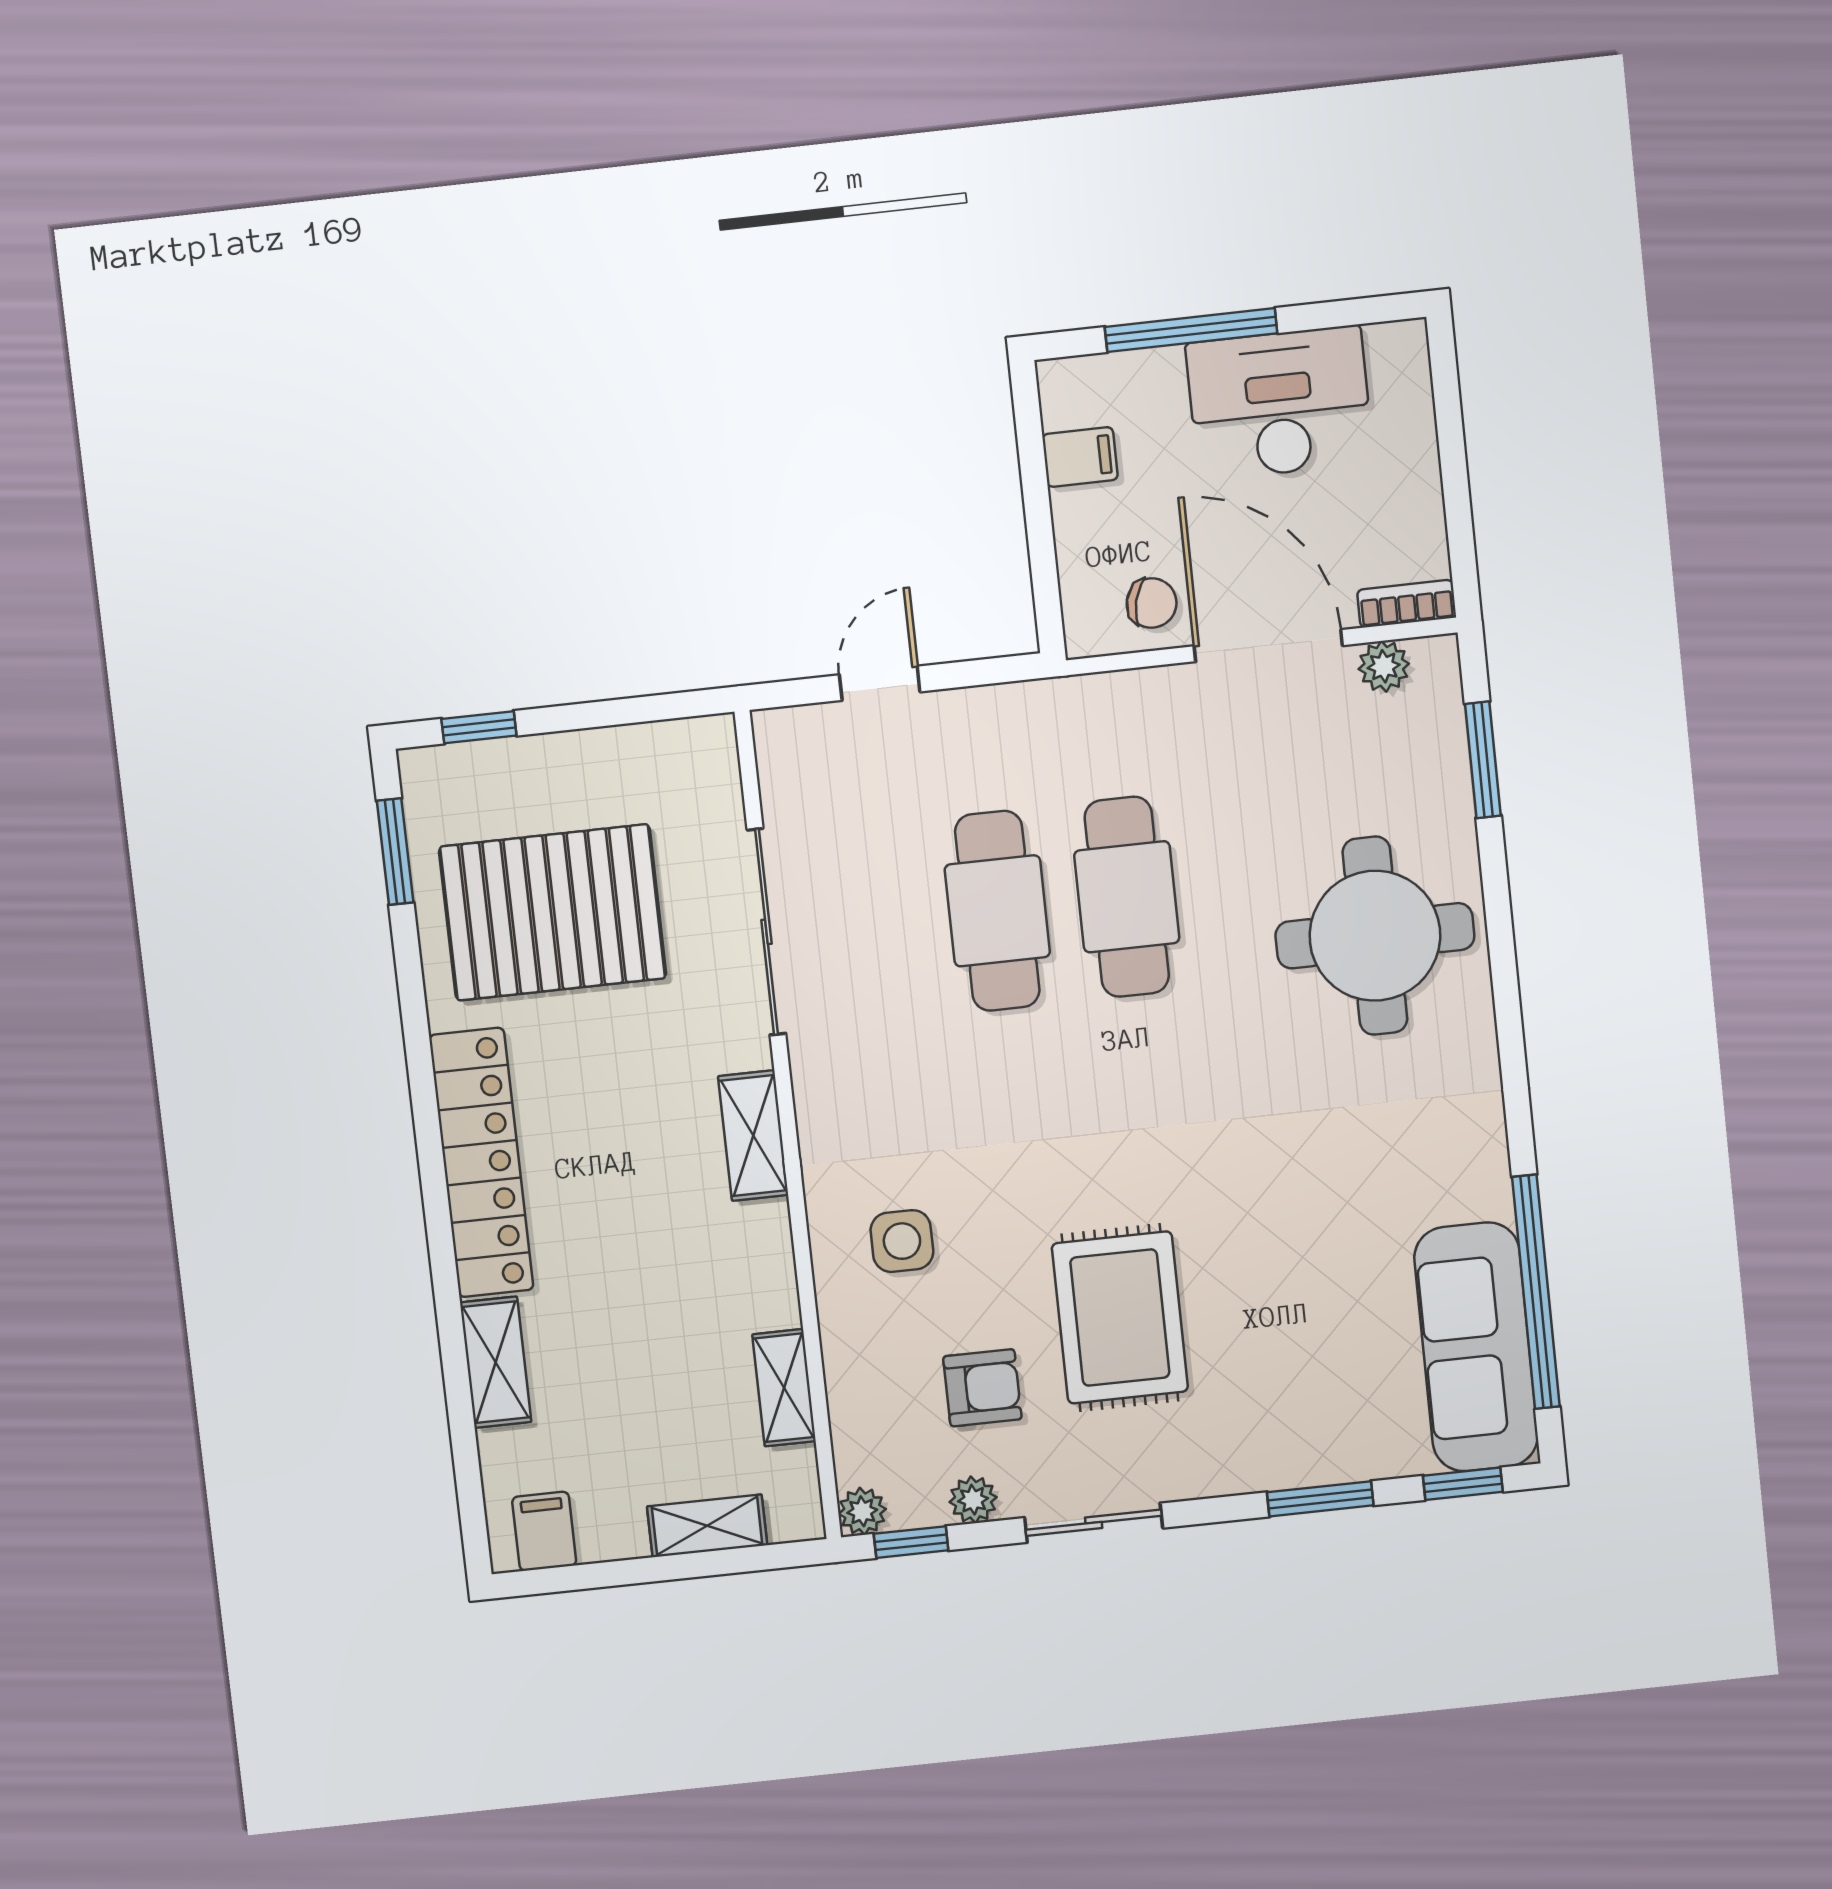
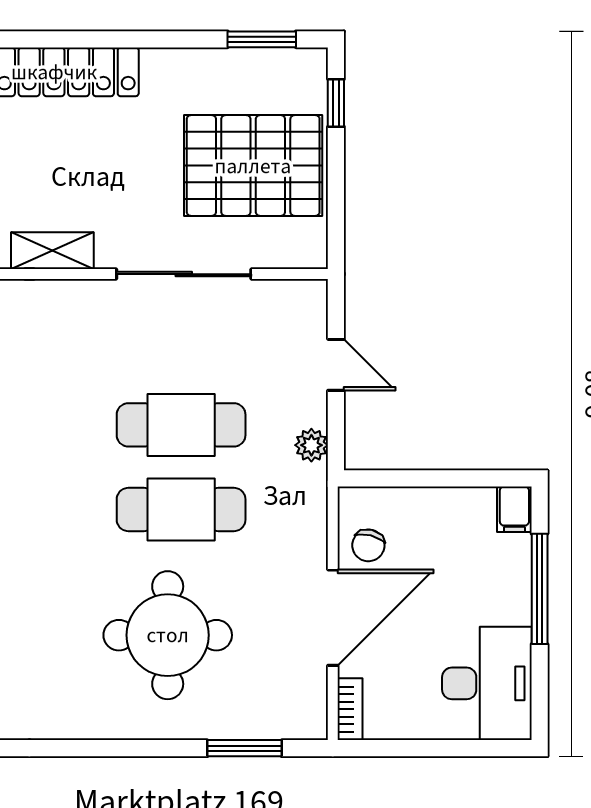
desk: (1280, 403) -> (487, 683), moved
filing cabinet: (1080, 457) -> (514, 509), moved
plant: (1384, 666) -> (311, 445), moved
pallet: (553, 912) -> (253, 166), moved, turned 90
round table: (1375, 936) -> (168, 635), moved

